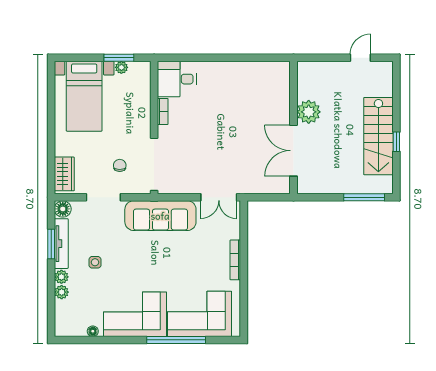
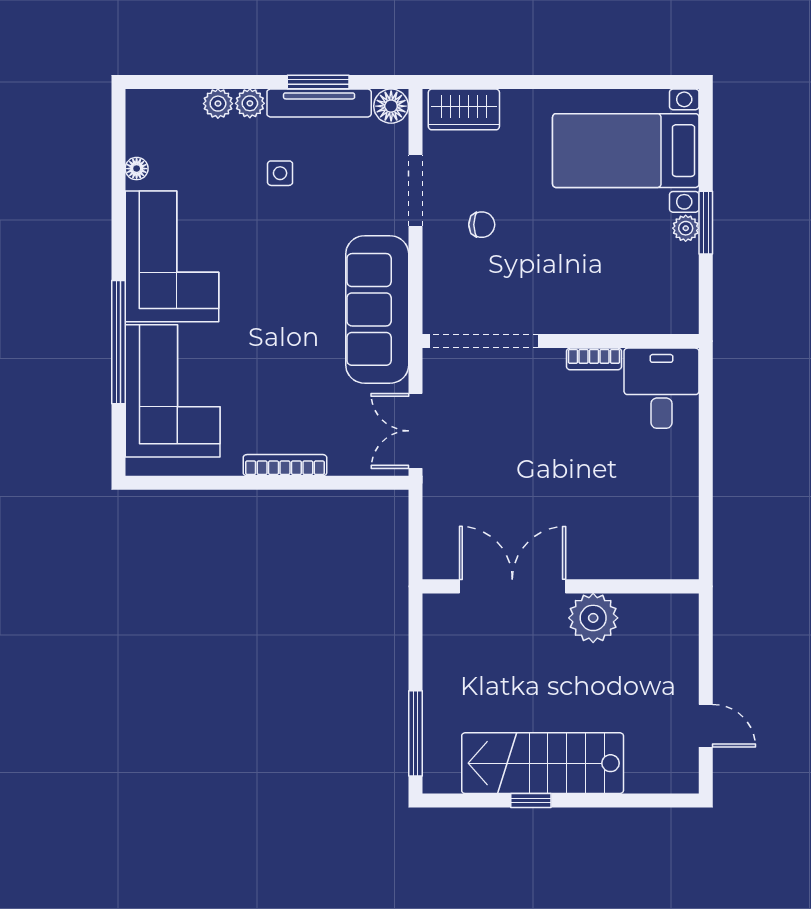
desk: (177, 79) -> (661, 388), moved
bookcase: (163, 111) -> (594, 359), moved
wall: (154, 127) -> (561, 341), moved
doorway: (154, 164) -> (484, 341), moved

